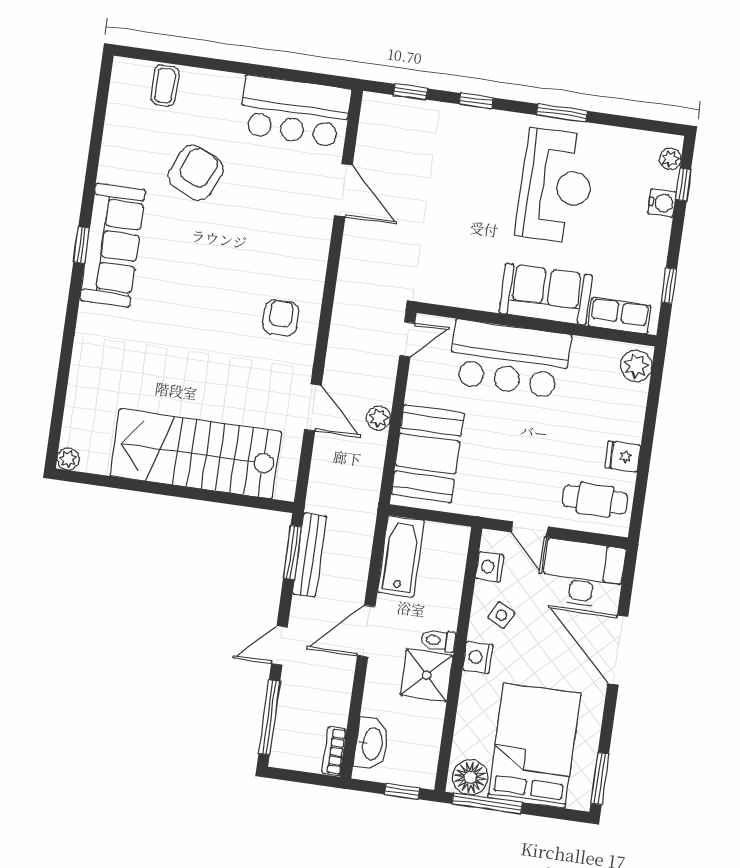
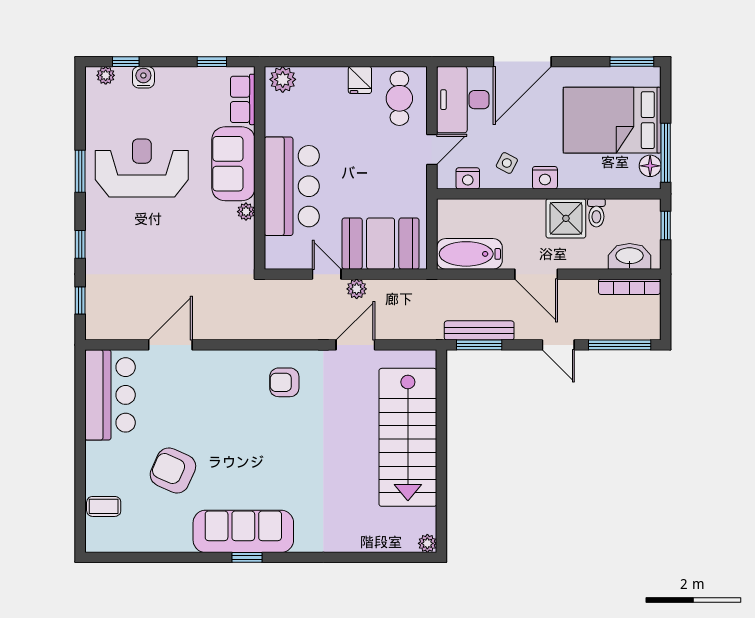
plant: (487, 301) -> (246, 212), added
door: (407, 339) -> (327, 274), moved
toilet: (438, 640) -> (596, 213), moved
bookcase: (334, 751) -> (629, 287), width x1.56
floor lamp: (470, 777) -> (650, 166), width x0.73, depth x0.73

